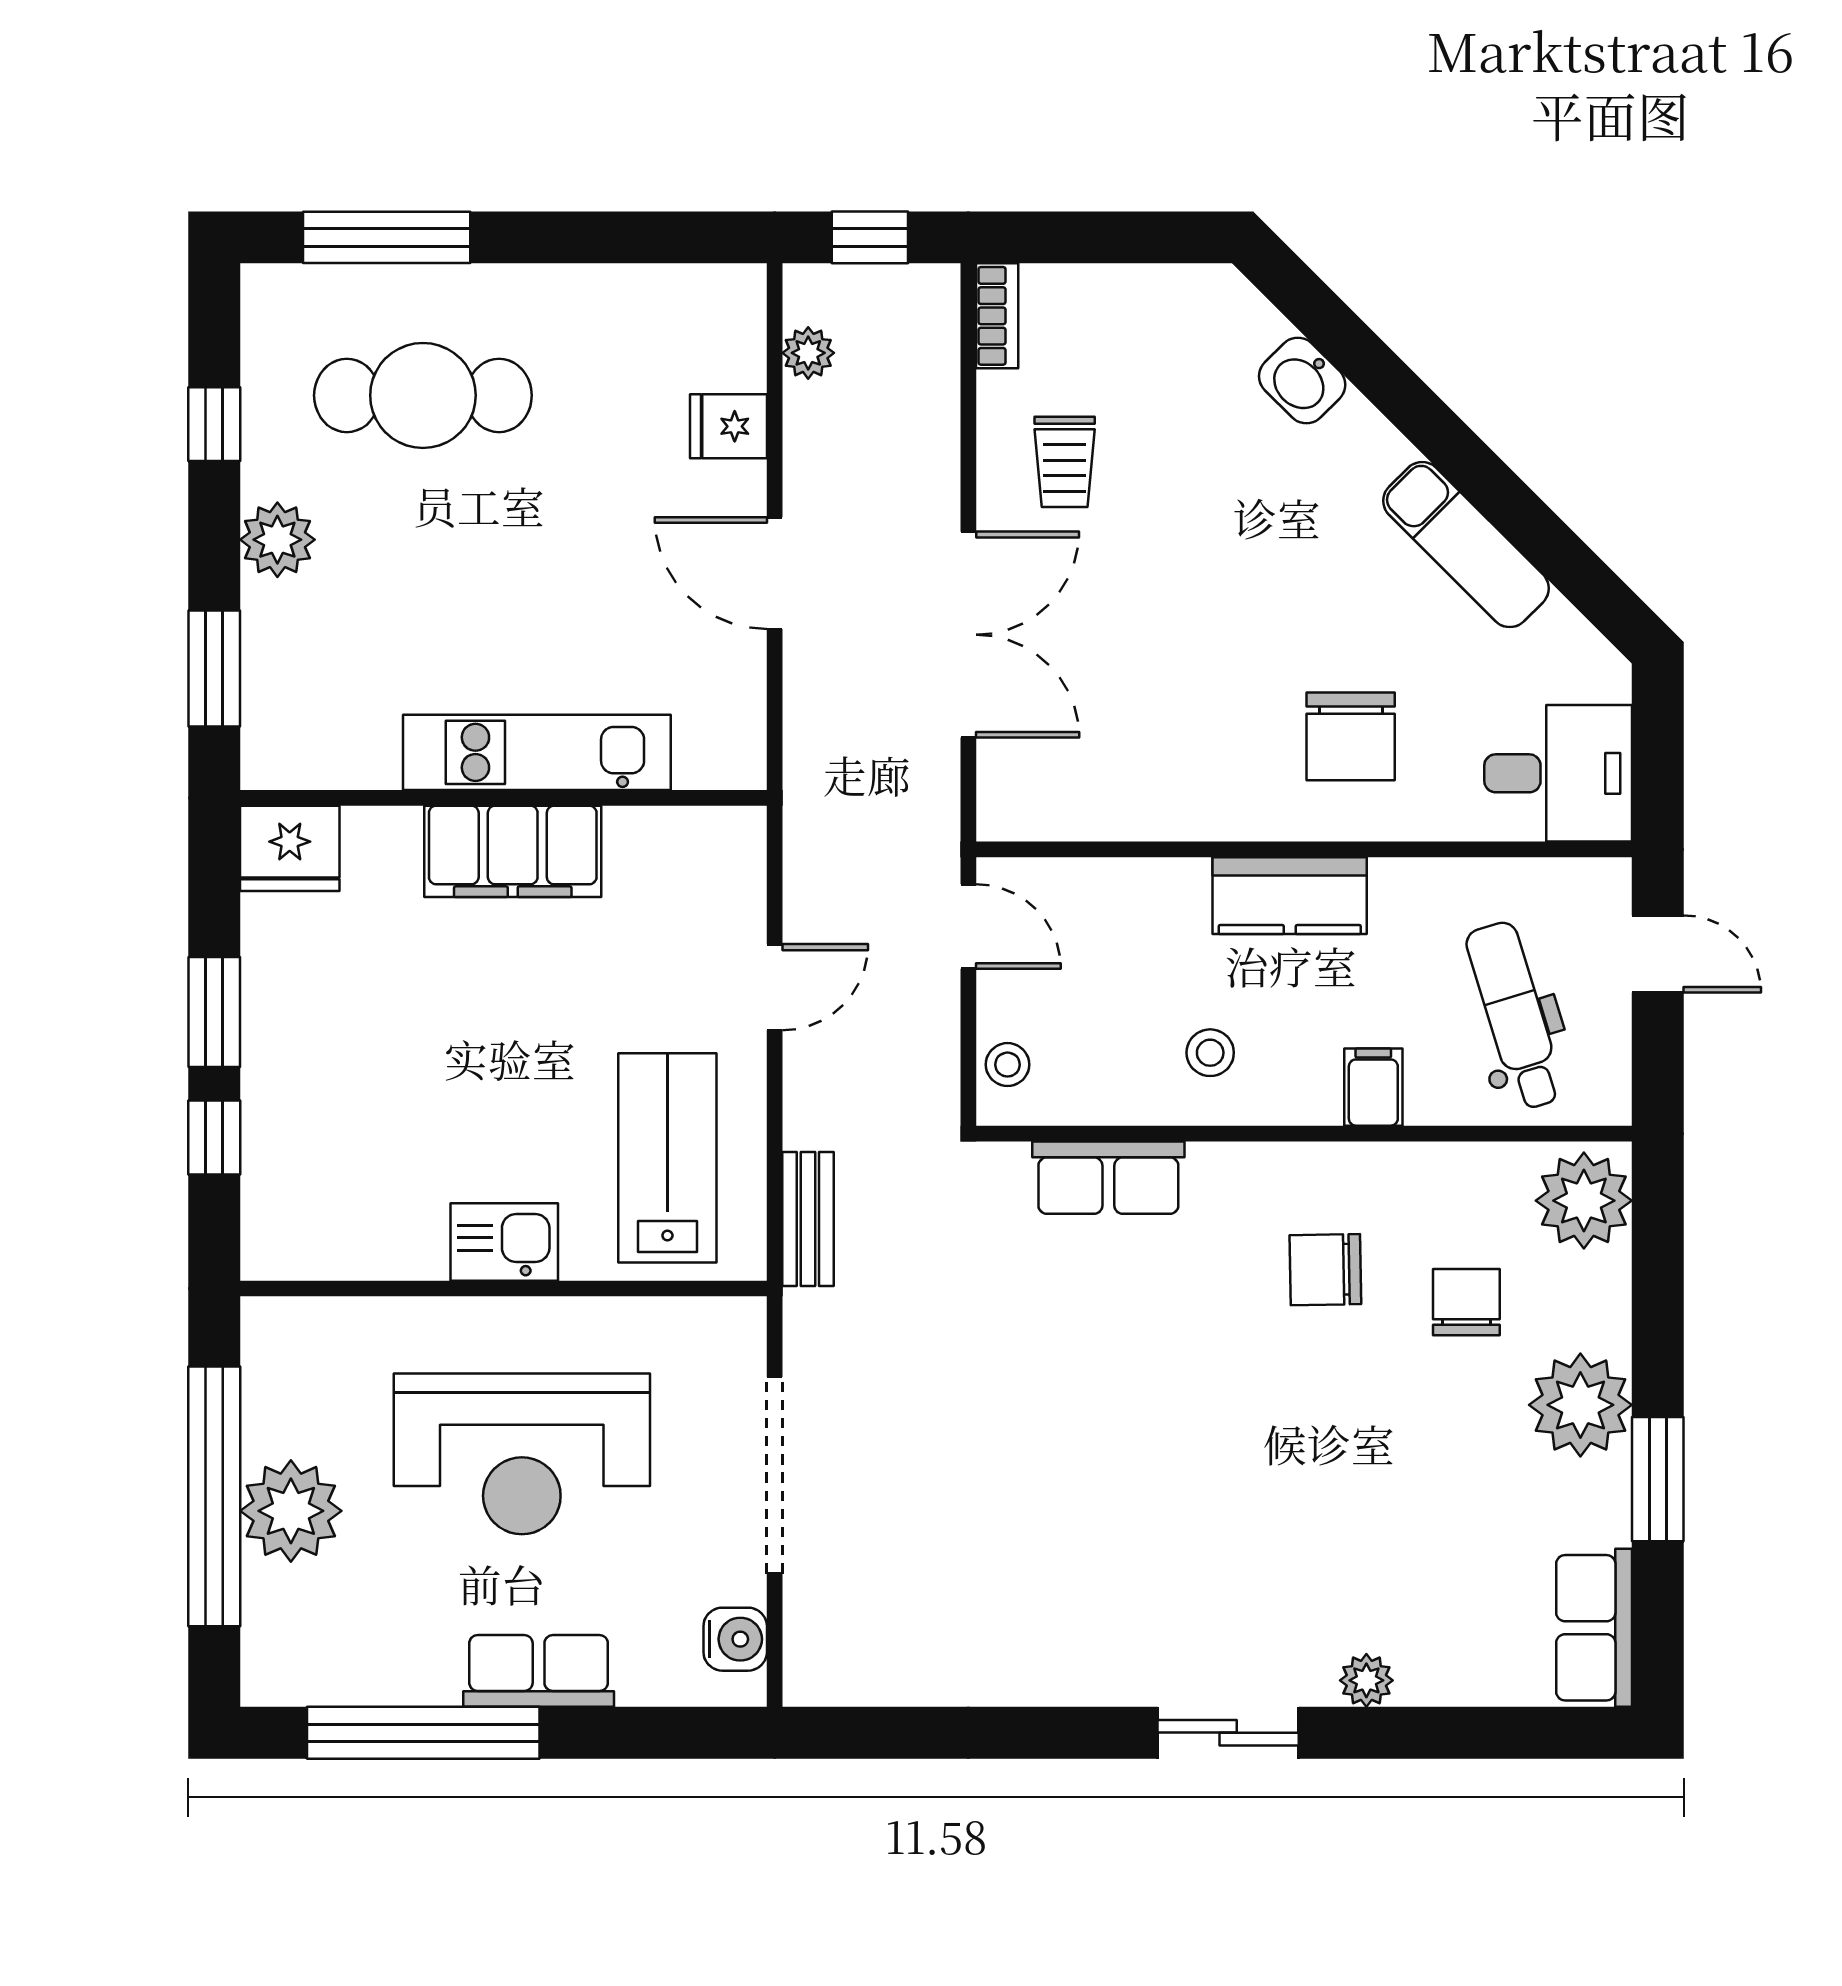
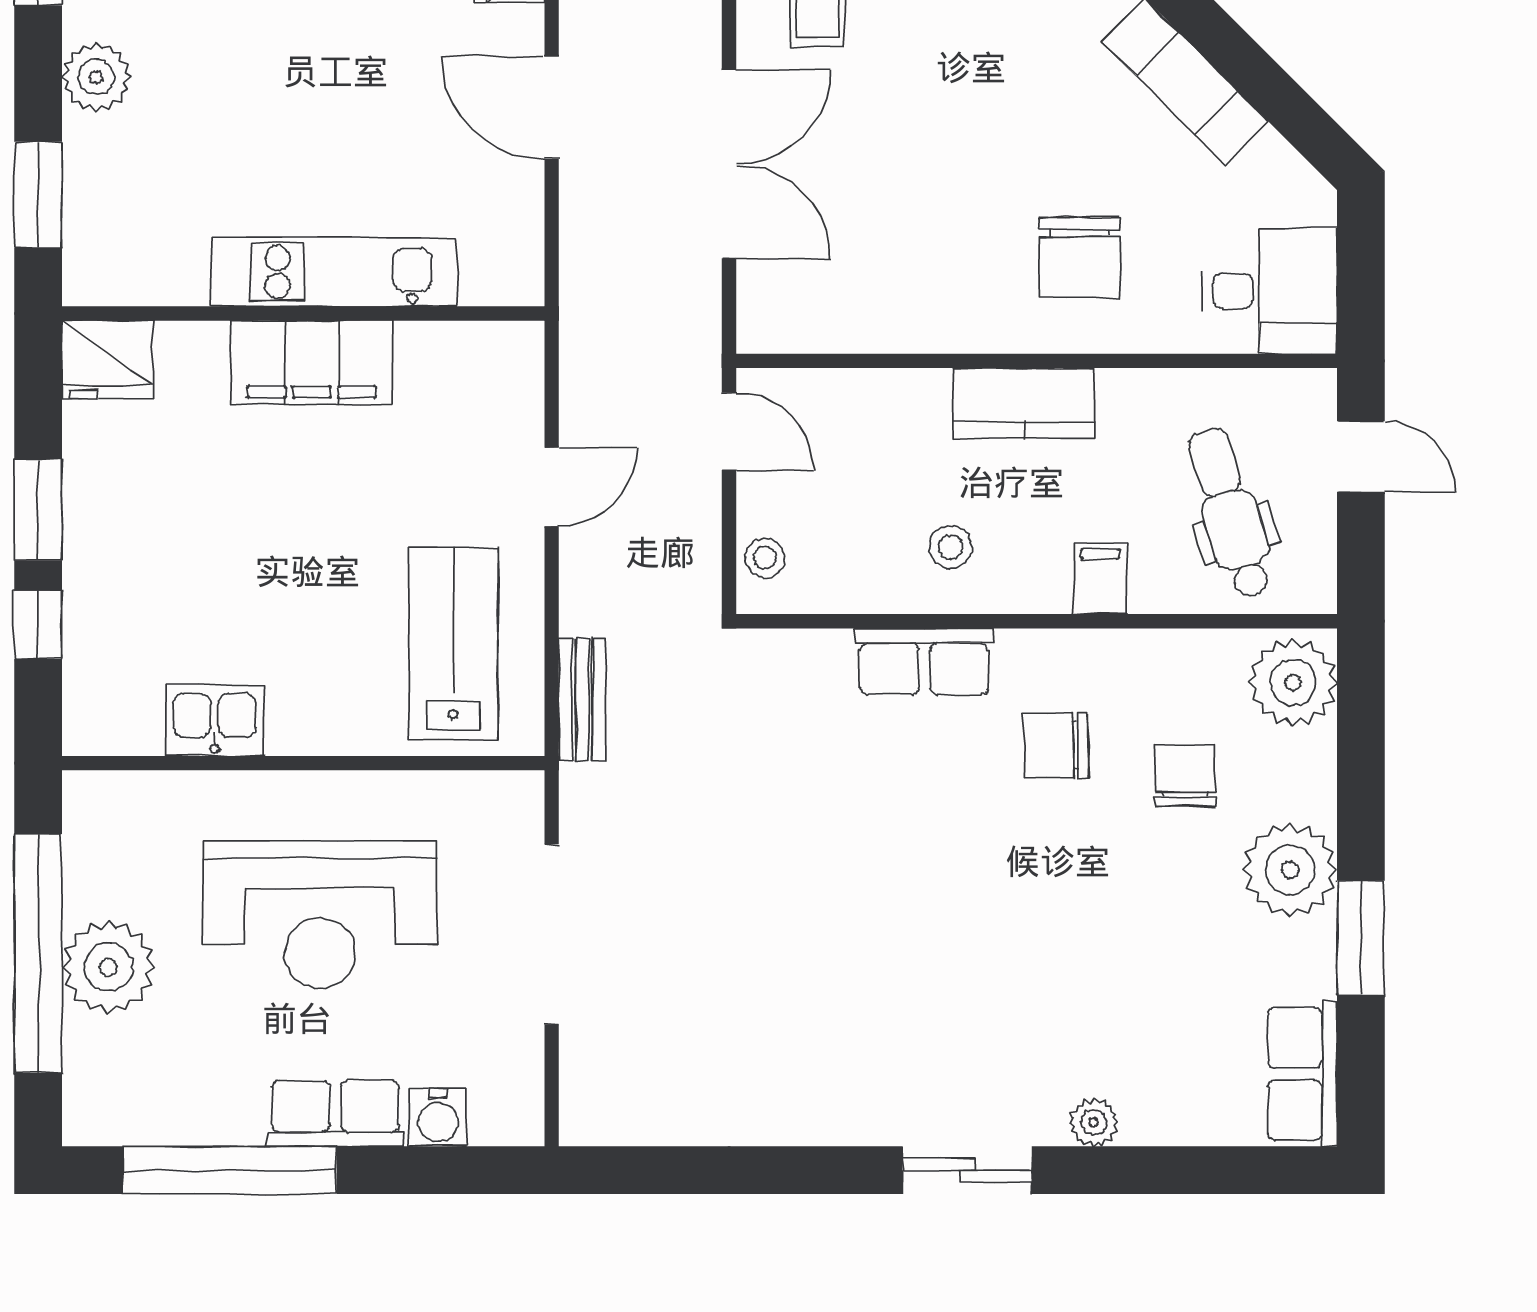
row of seats: (1108, 1178) -> (924, 662), moved
kitchen sink: (504, 1242) -> (215, 720), moved
water cooler: (735, 1639) -> (438, 1117), moved, turned 90

